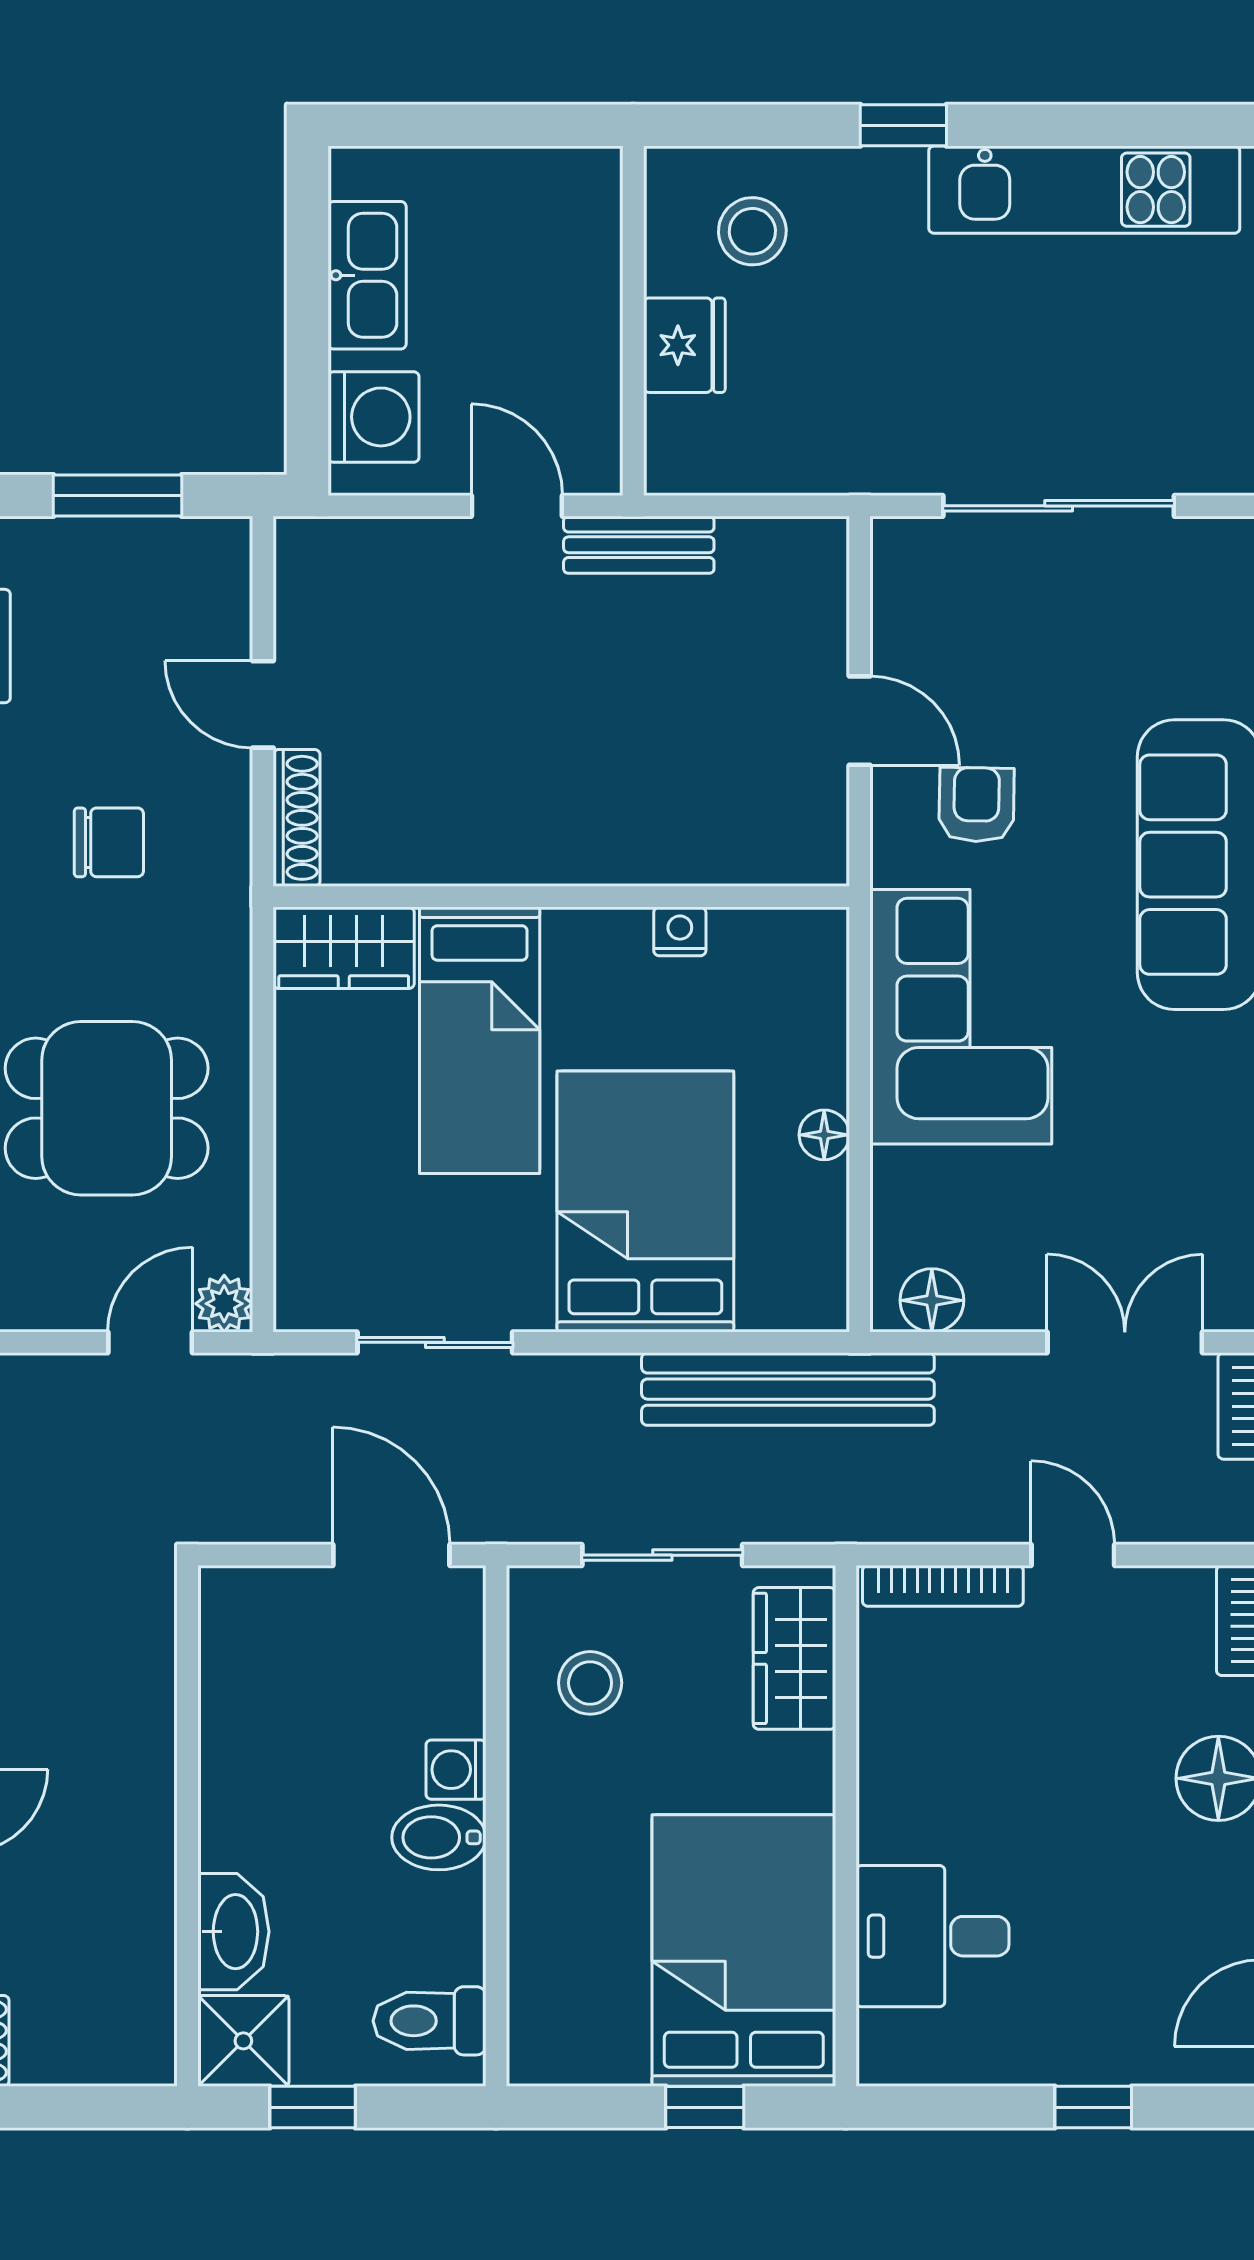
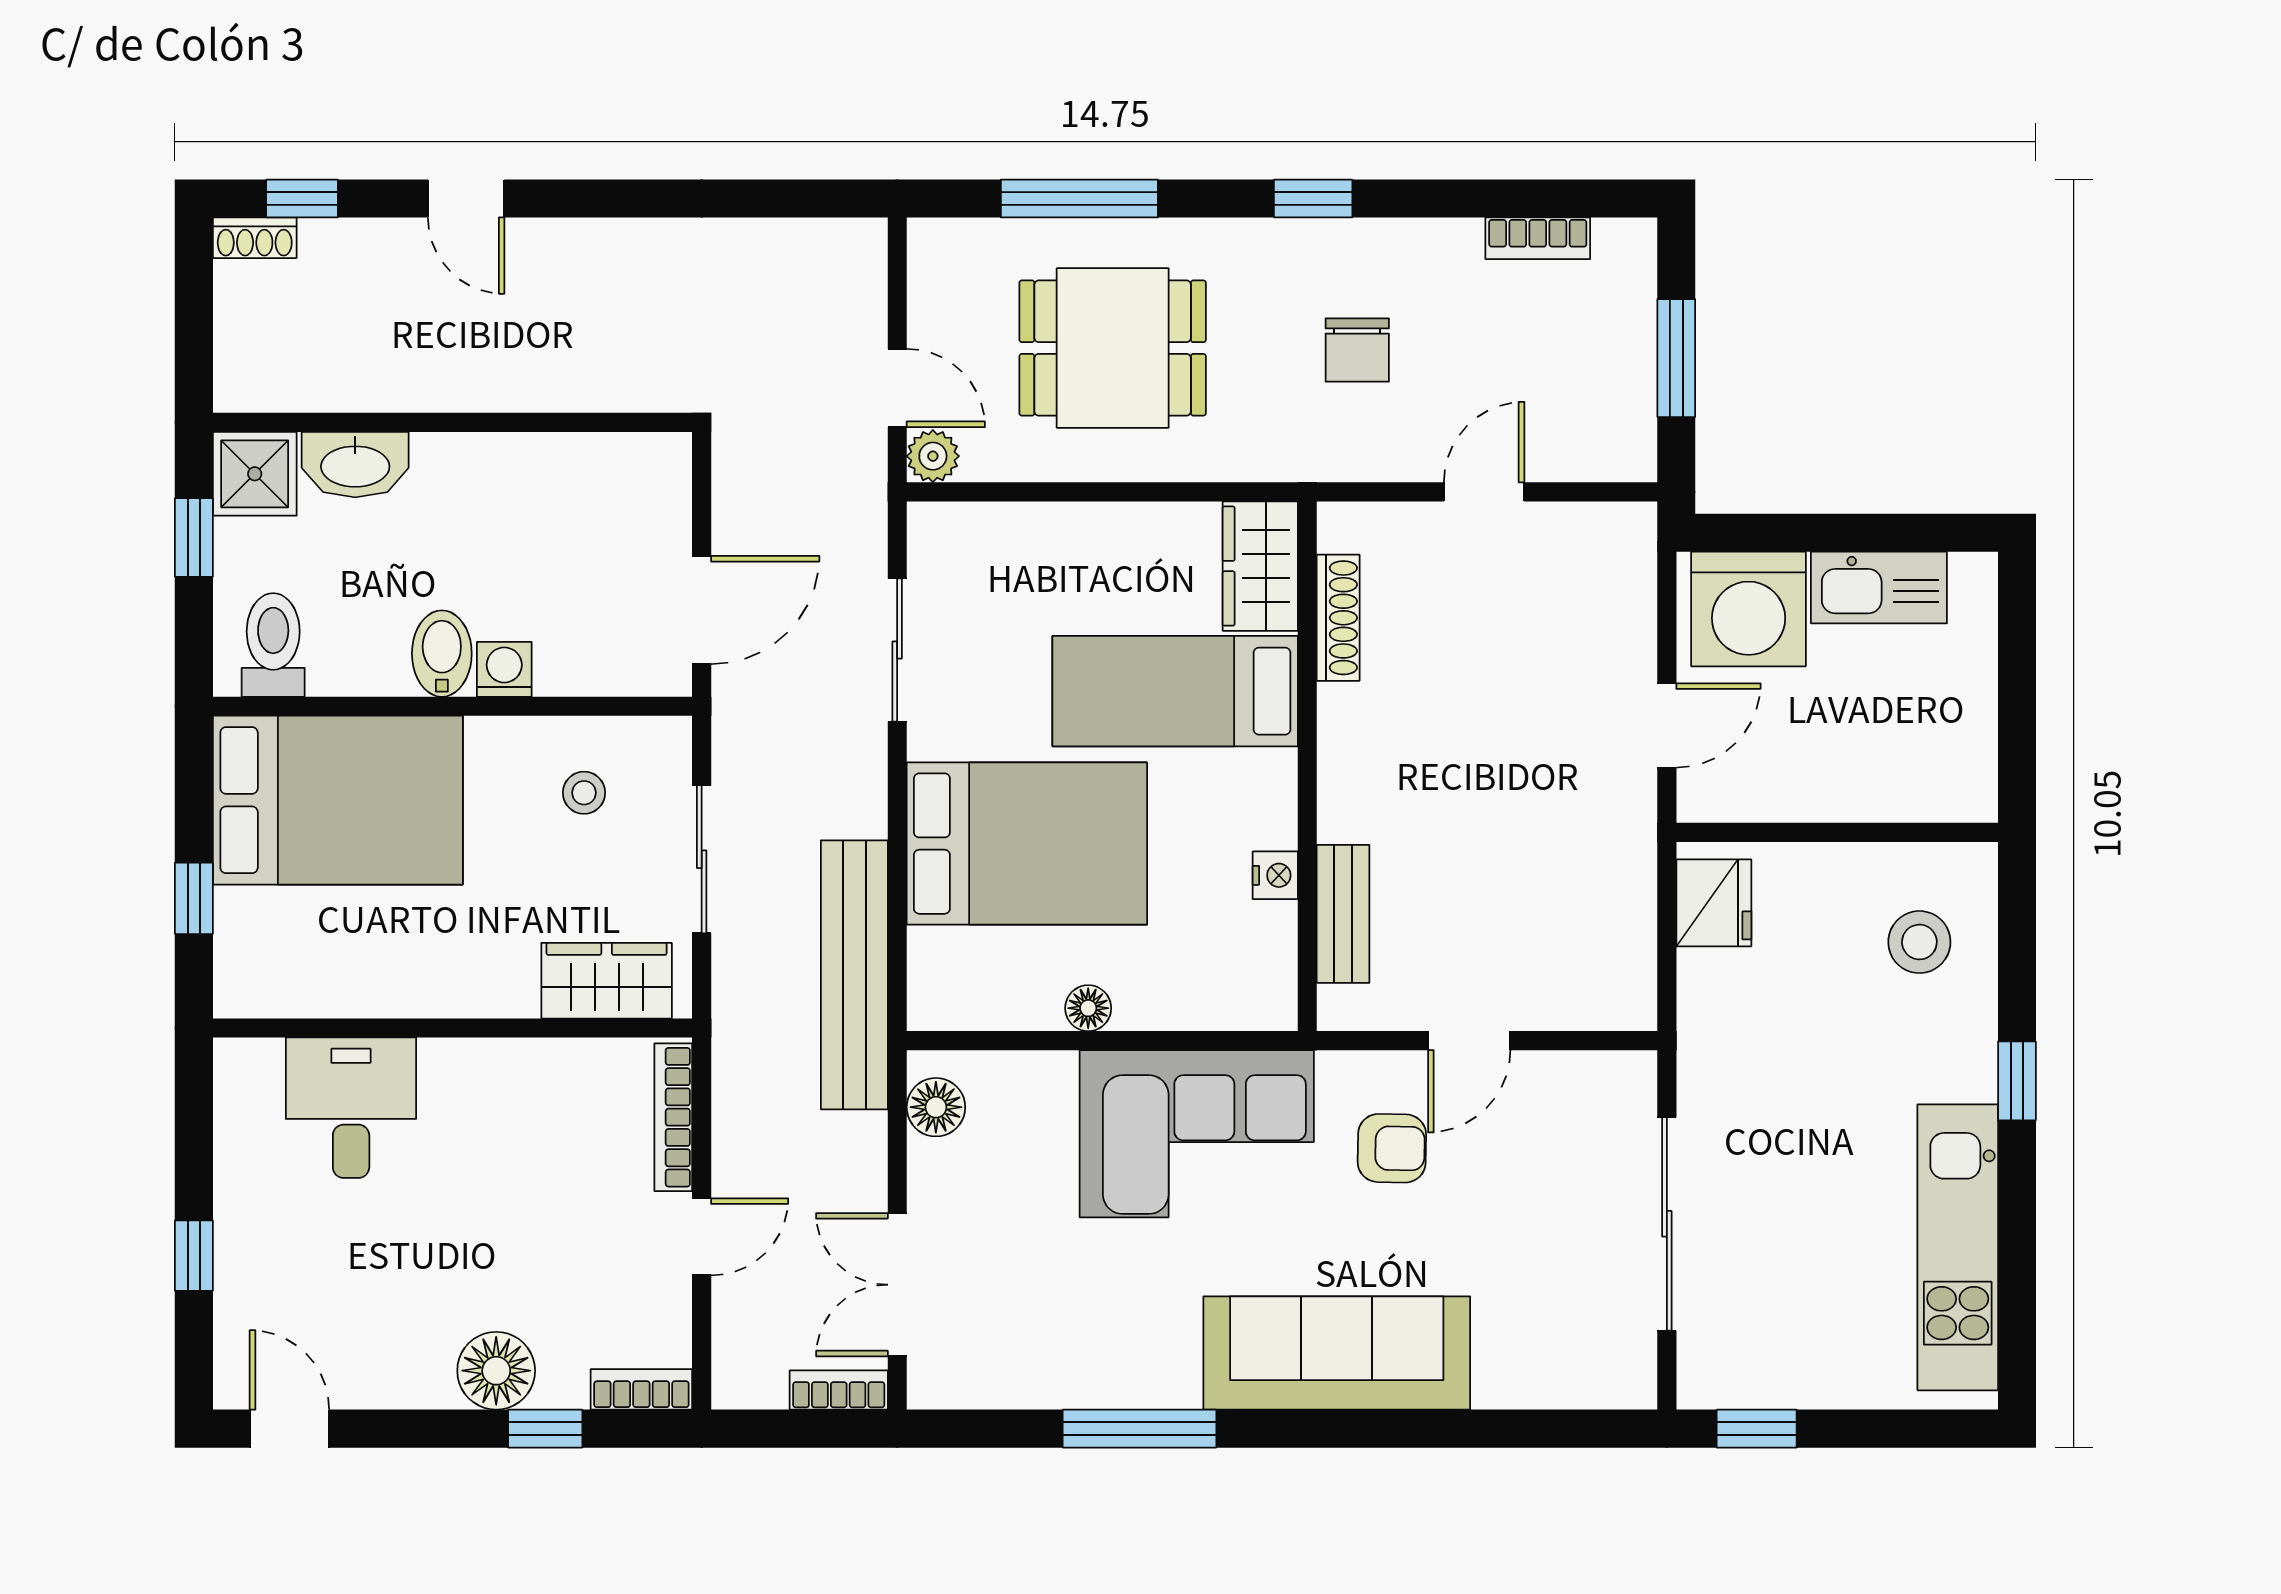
fridge: (684, 345) -> (1714, 903), moved, turned -90
washing machine: (374, 417) -> (1749, 609), width x1.37, depth x1.37
bench: (639, 545) -> (1343, 914), moved
shoe rack: (297, 818) -> (1338, 618), moved, turned -90
dining table: (107, 1108) -> (1113, 348), turned 90
double door: (1125, 1342) -> (897, 1285), swing flipped
stool: (590, 1683) -> (584, 793), width x0.73, depth x0.73
bed: (744, 1951) -> (338, 800), moved

